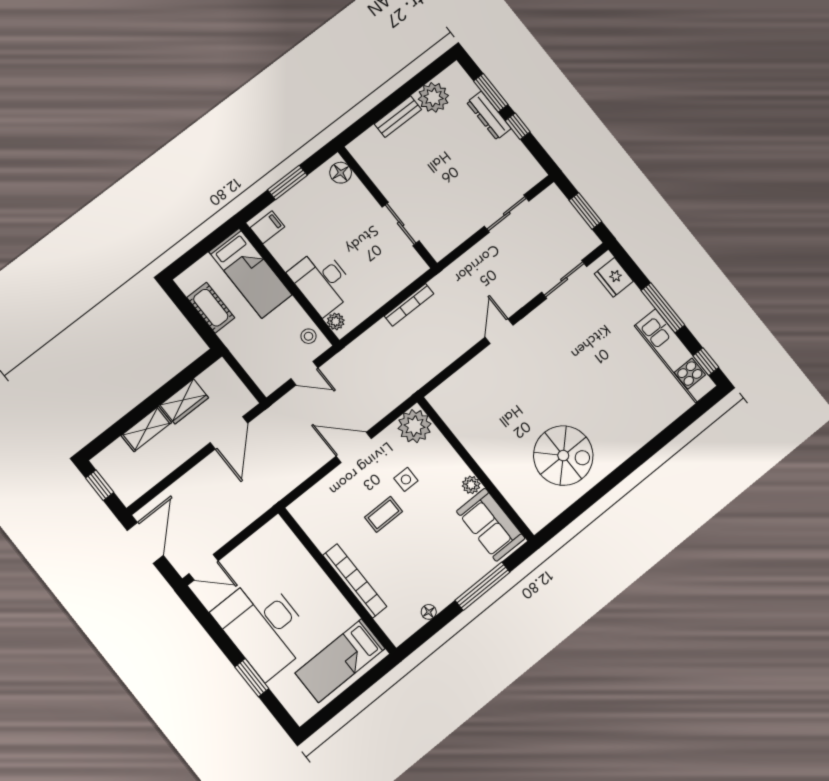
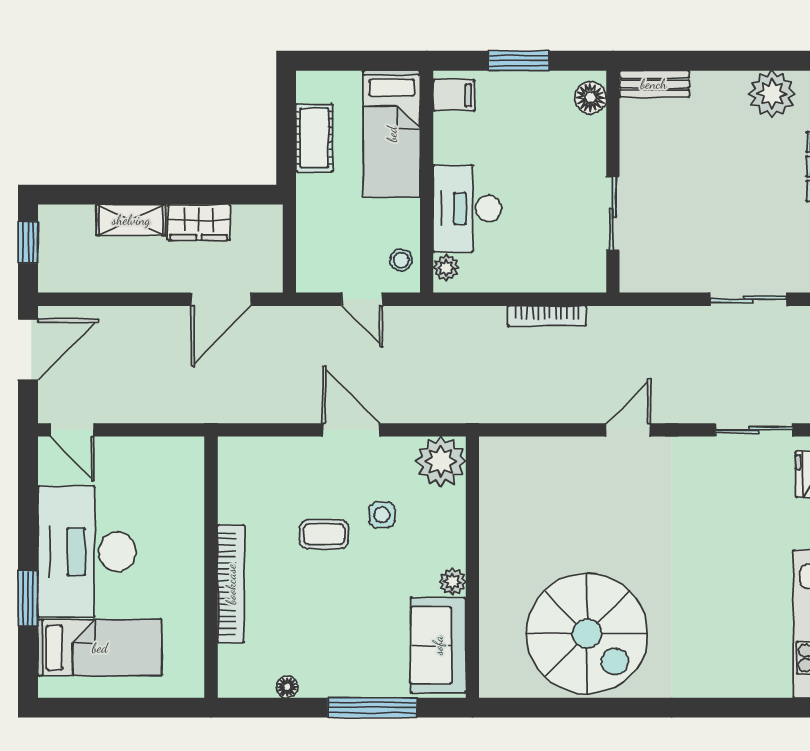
bench: (398, 117) -> (654, 84), moved
spiral stairs: (563, 456) -> (587, 634), width x1.37, depth x1.37
bed: (340, 661) -> (100, 648), moved, turned 180

